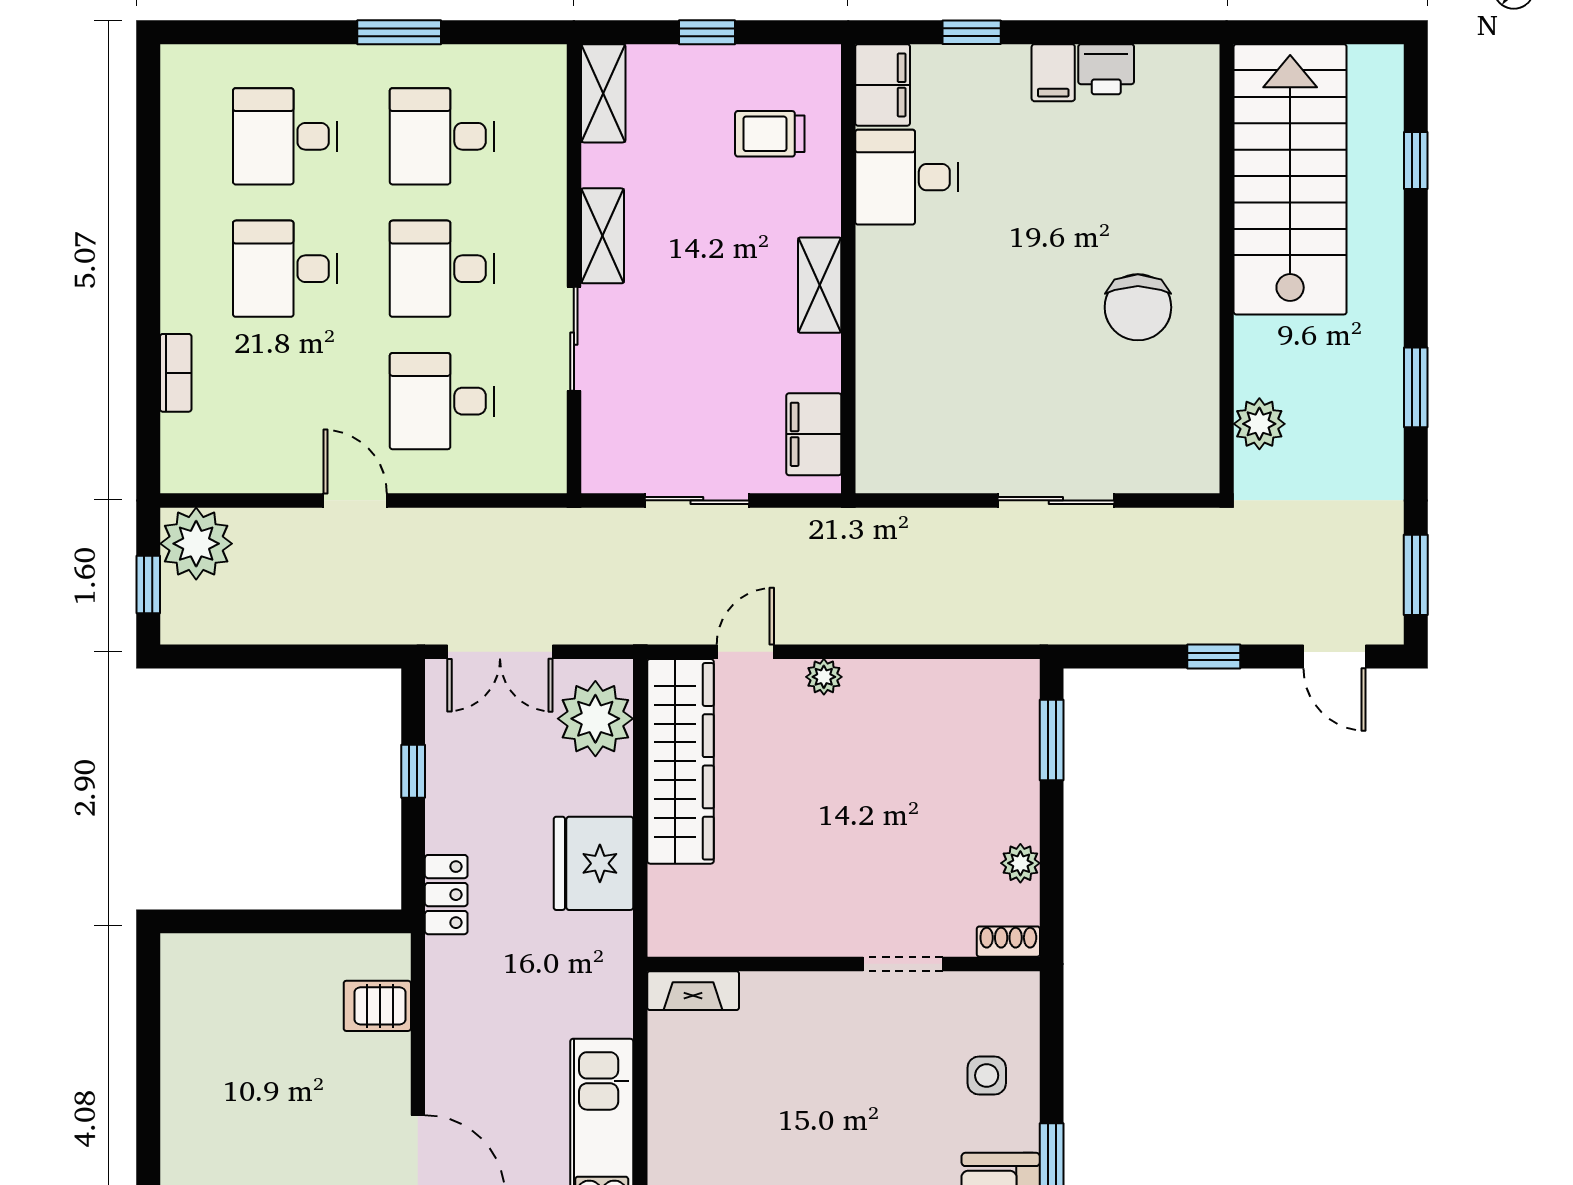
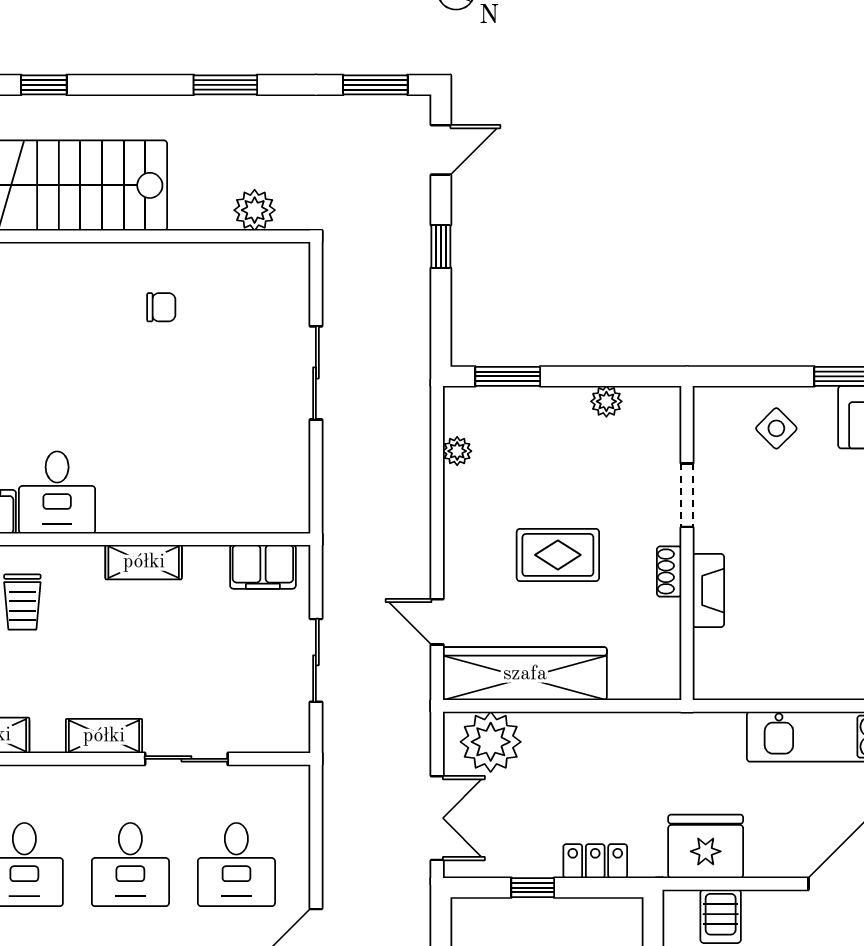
chair: (1138, 307) -> (161, 307), width x0.54, depth x0.54
plant: (824, 677) -> (457, 451), moved
rug: (829, 803) -> (558, 555), added
fridge: (593, 863) -> (706, 846), moved, turned 180
locker: (446, 895) -> (595, 861), moved
shoe rack: (1008, 942) -> (669, 571), moved
fireplace: (693, 991) -> (708, 591), moved
side table: (987, 1075) -> (776, 428), turned 45

